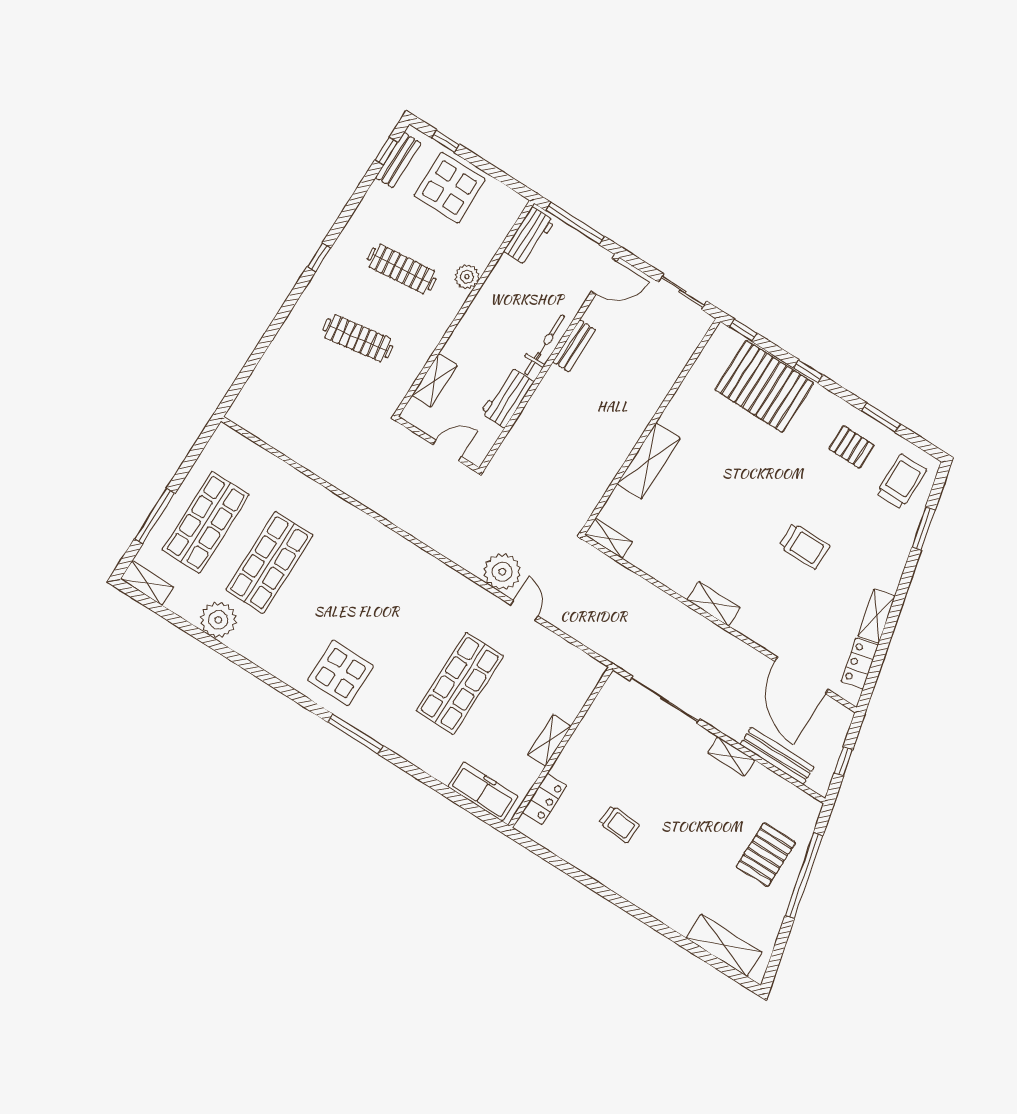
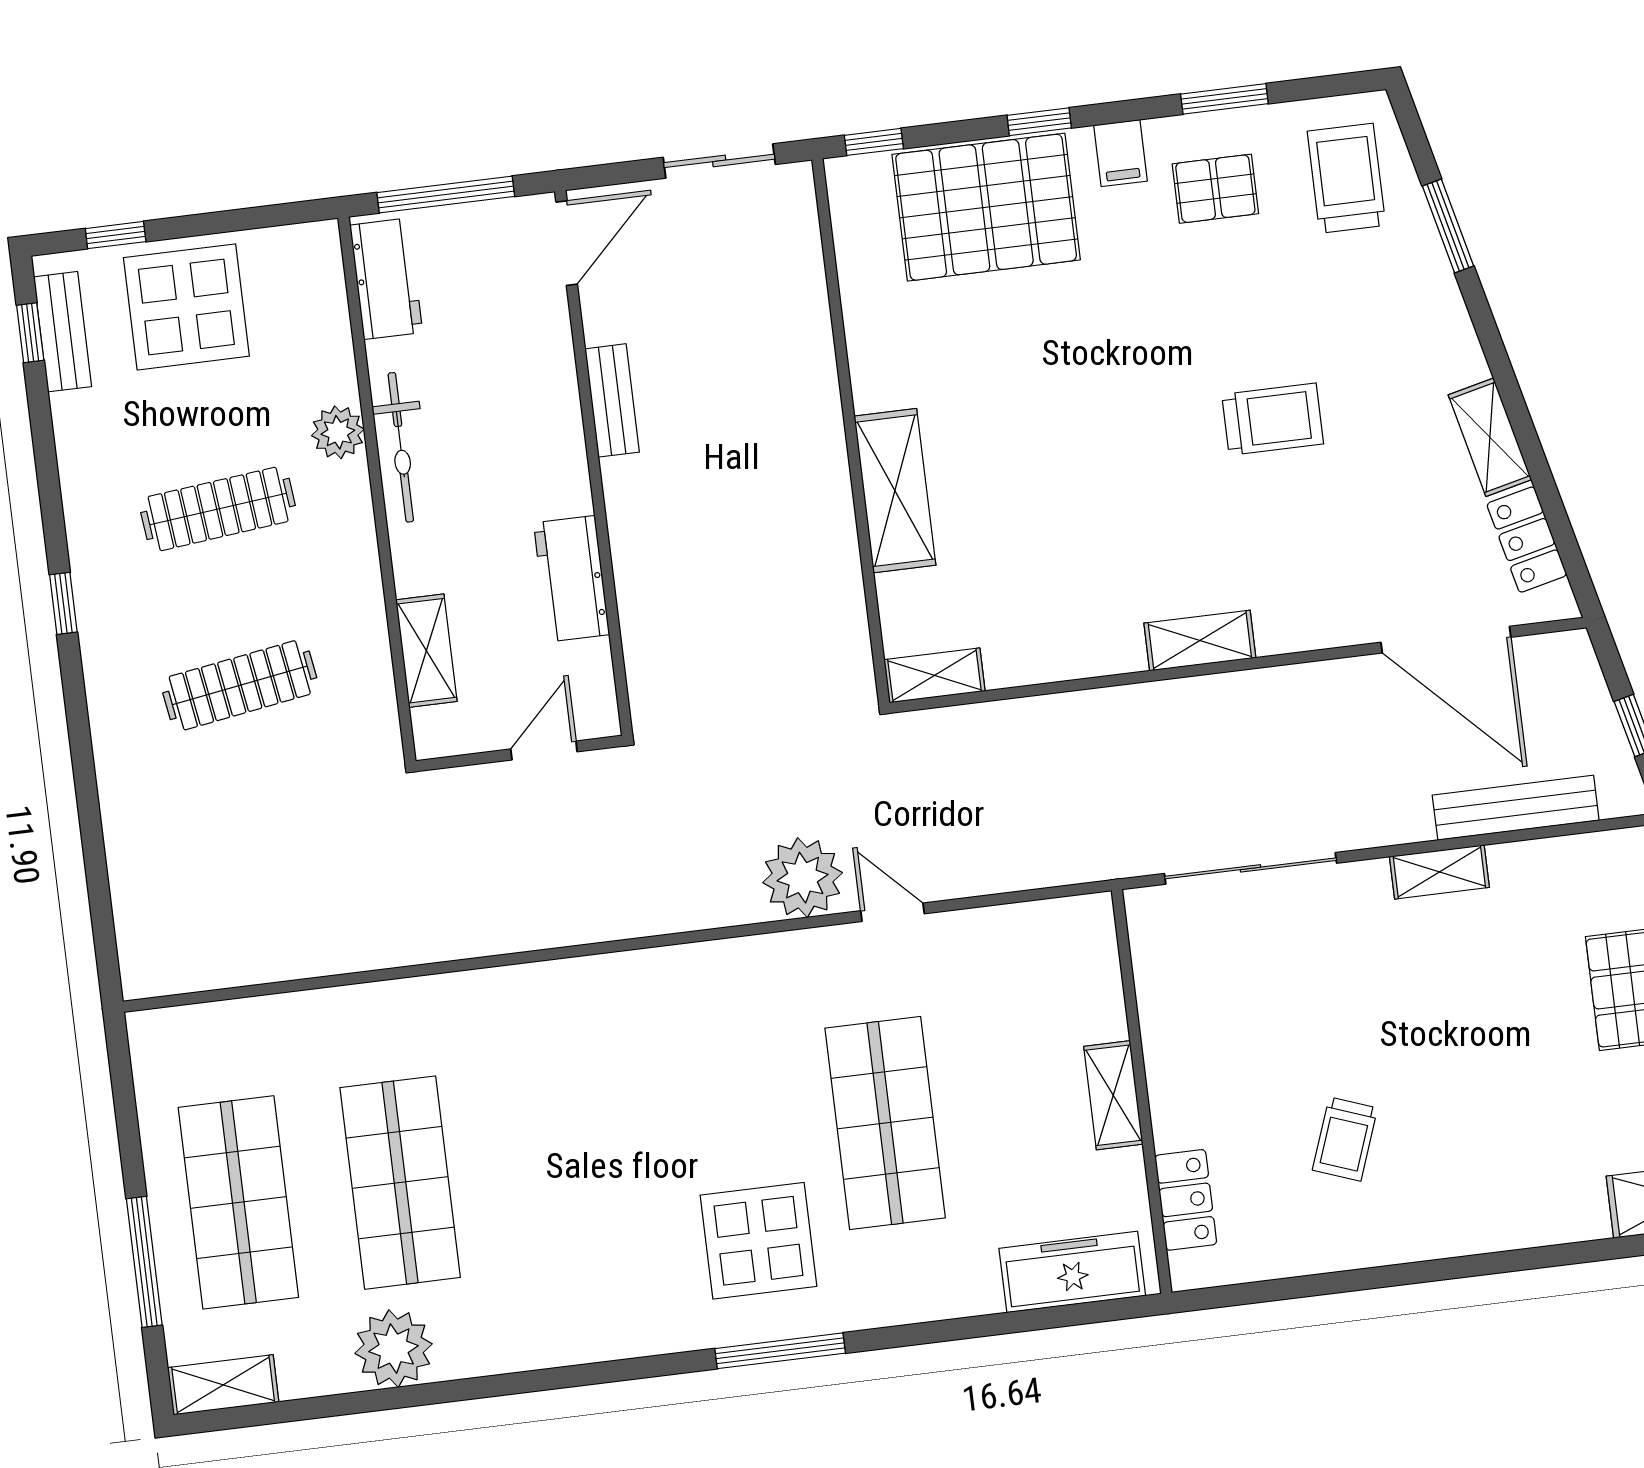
bicycle: (545, 345) -> (401, 447), moved, turned 180
filing cabinet: (828, 406) -> (1120, 153), added
display table: (341, 673) -> (758, 1241), moved
trolley: (619, 824) -> (1345, 1139), turned 106

